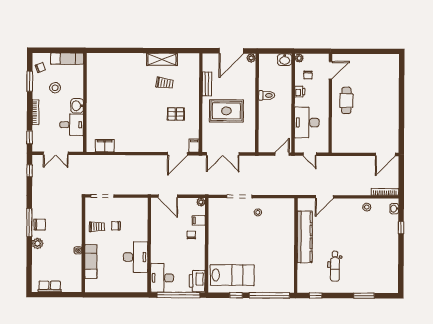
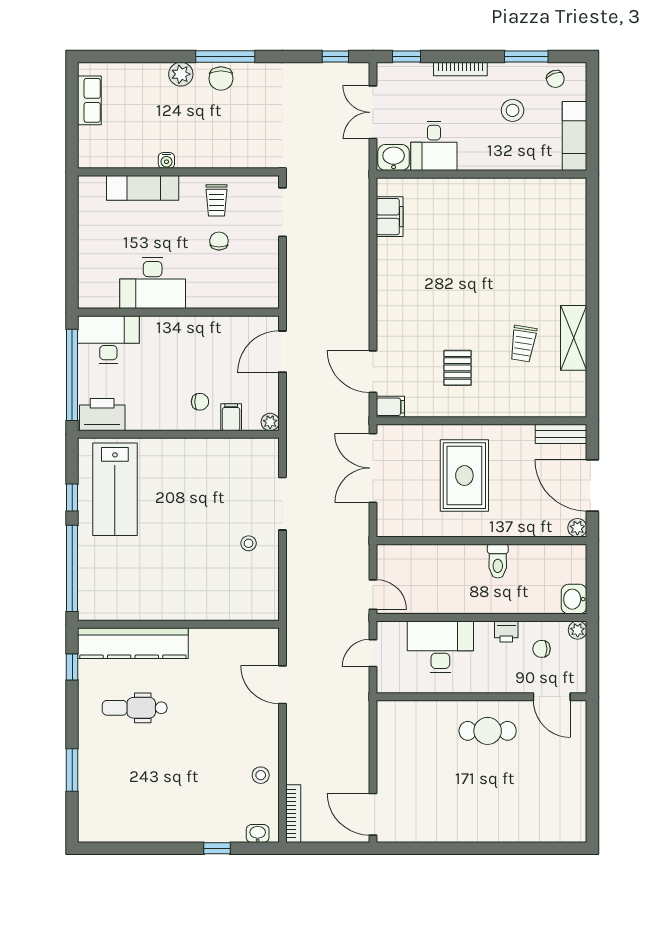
bench: (207, 84) -> (561, 434), moved
washbasin: (77, 106) -> (394, 158), moved
kitchen counter: (305, 237) -> (133, 643), moved

